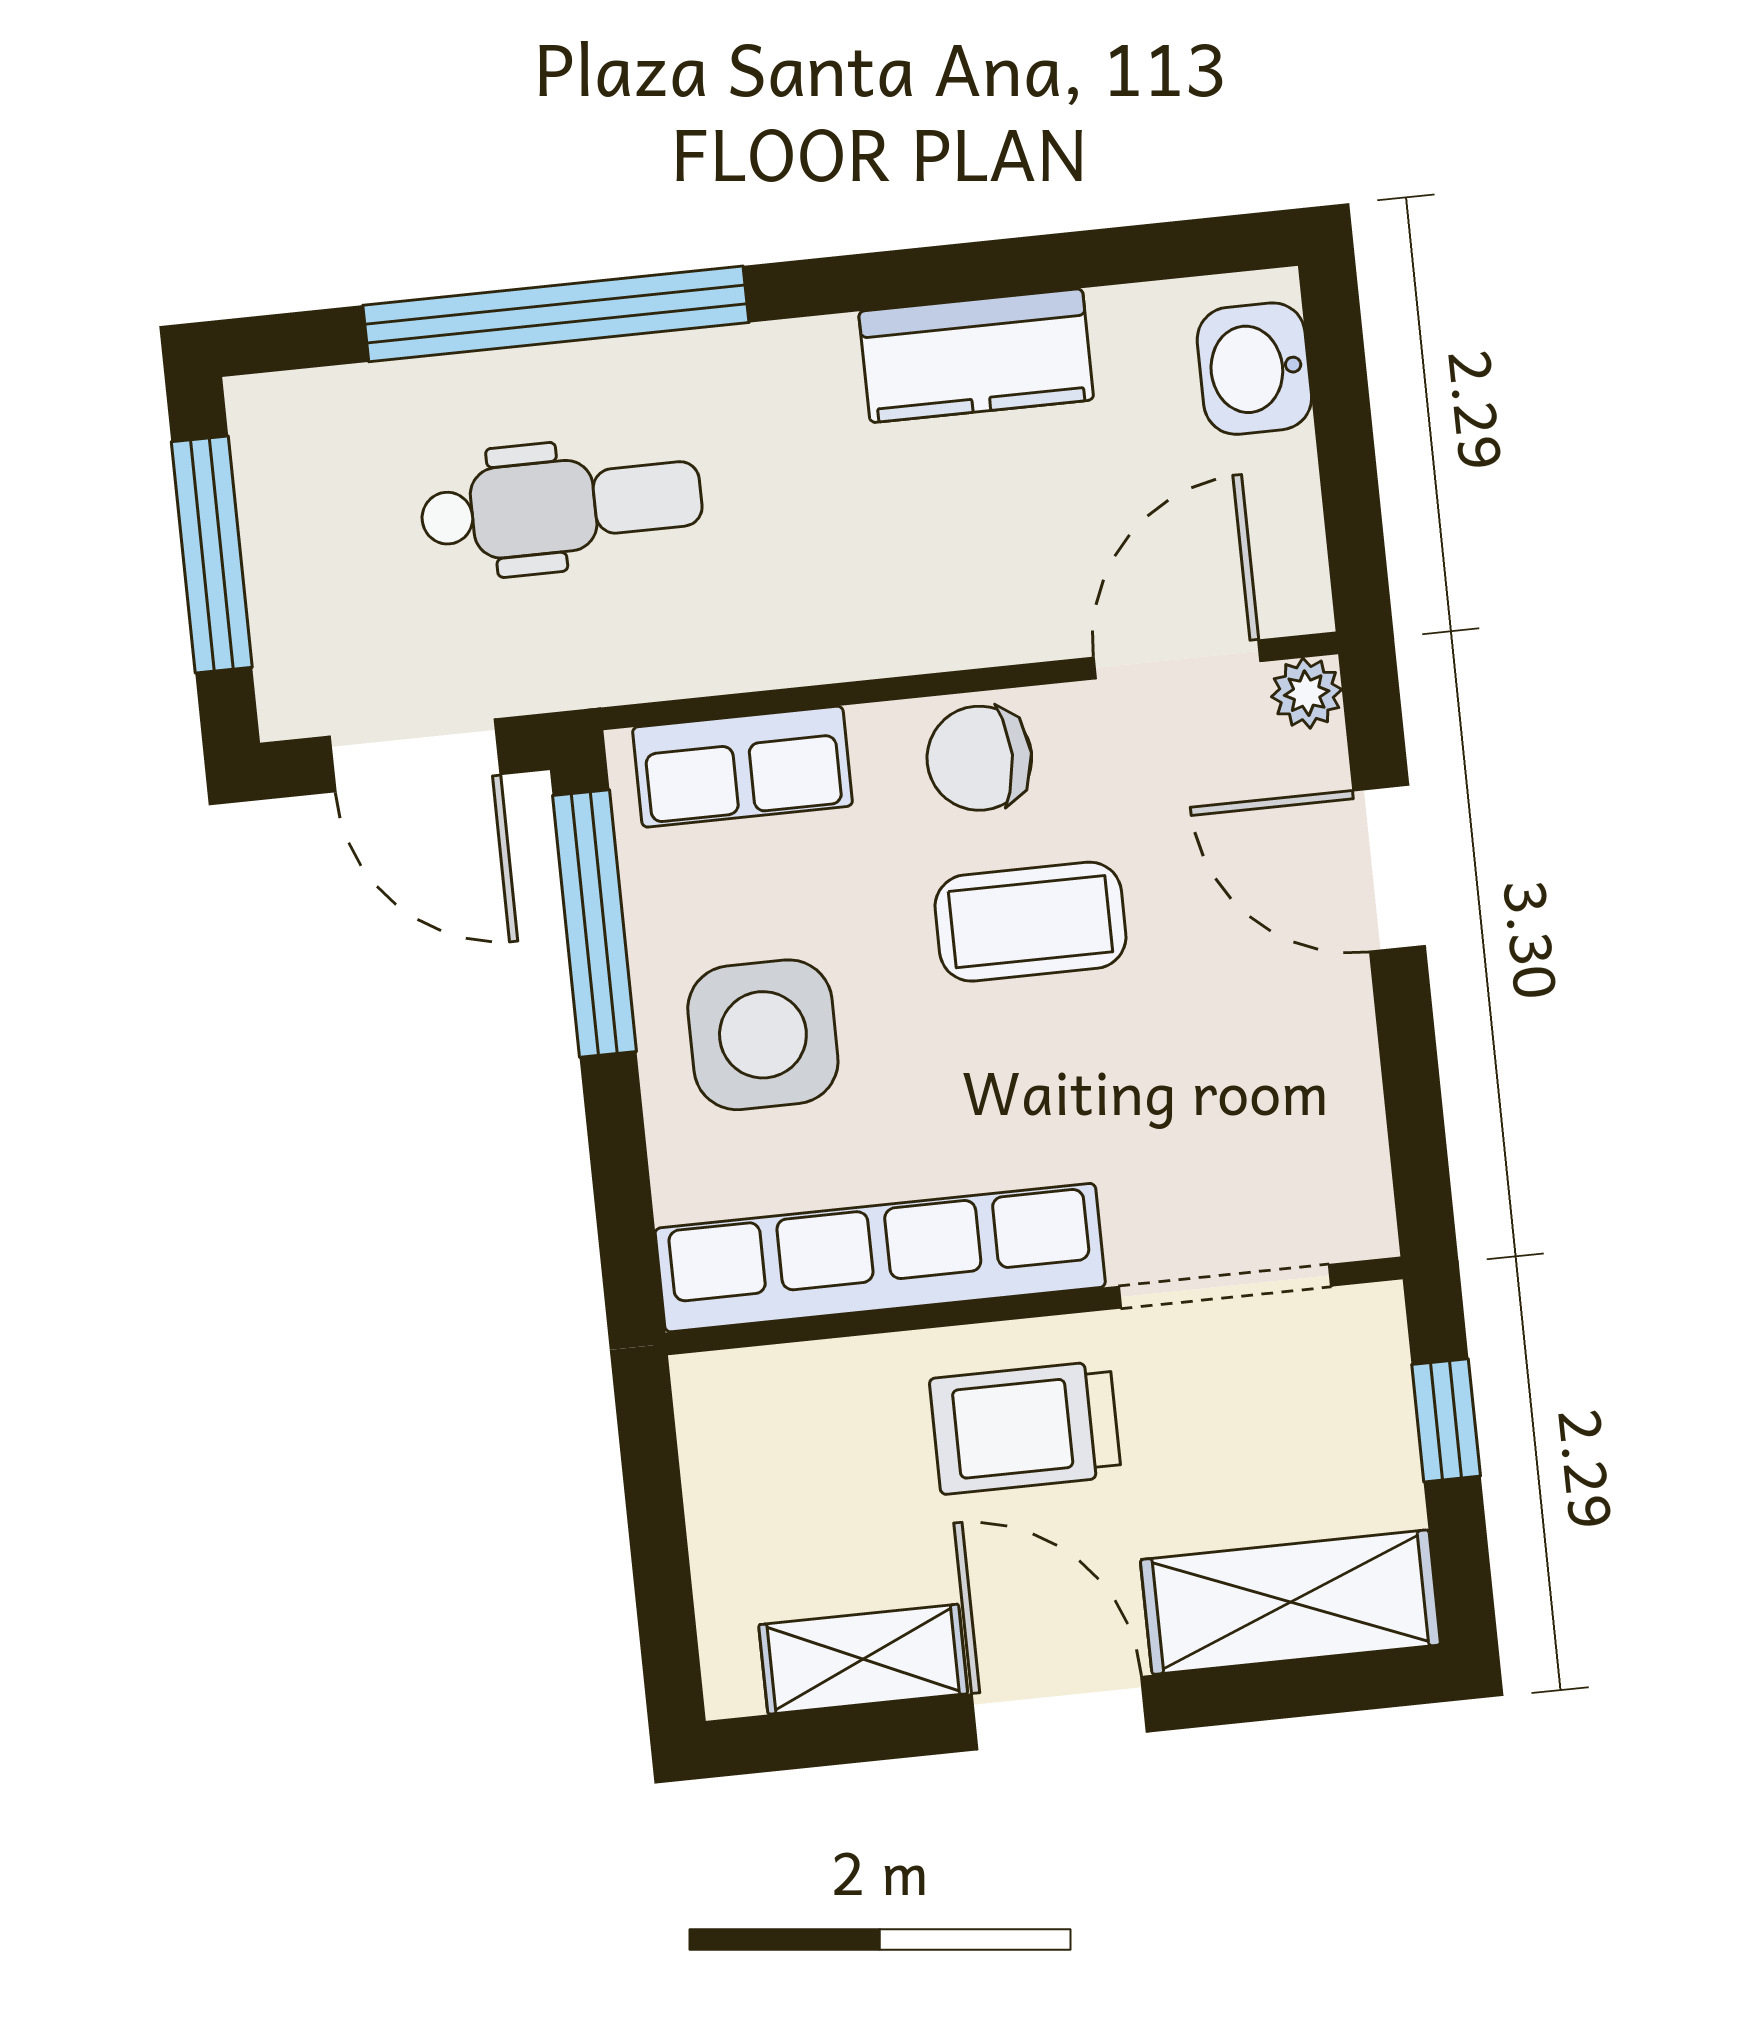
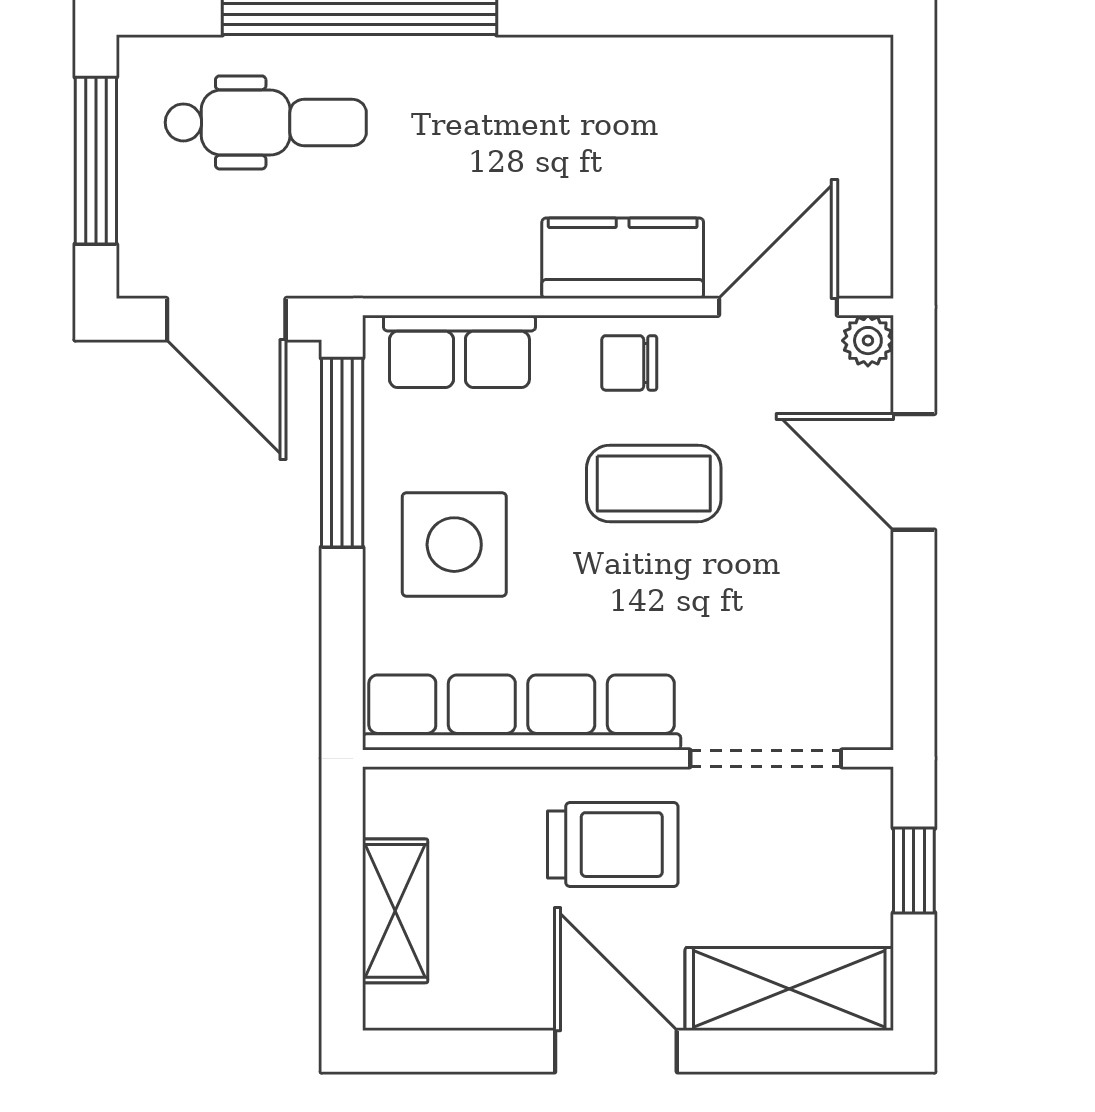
kitchen counter: (976, 356) -> (623, 258), moved, turned 180
washbasin: (1254, 369) -> (855, 105), removed
dental chair: (561, 506) -> (266, 122), moved
chair: (979, 758) -> (629, 363), width x0.73, depth x0.73
trolley: (1025, 1427) -> (613, 845), turned 180
shelving: (863, 1659) -> (395, 911), moved, turned 90

